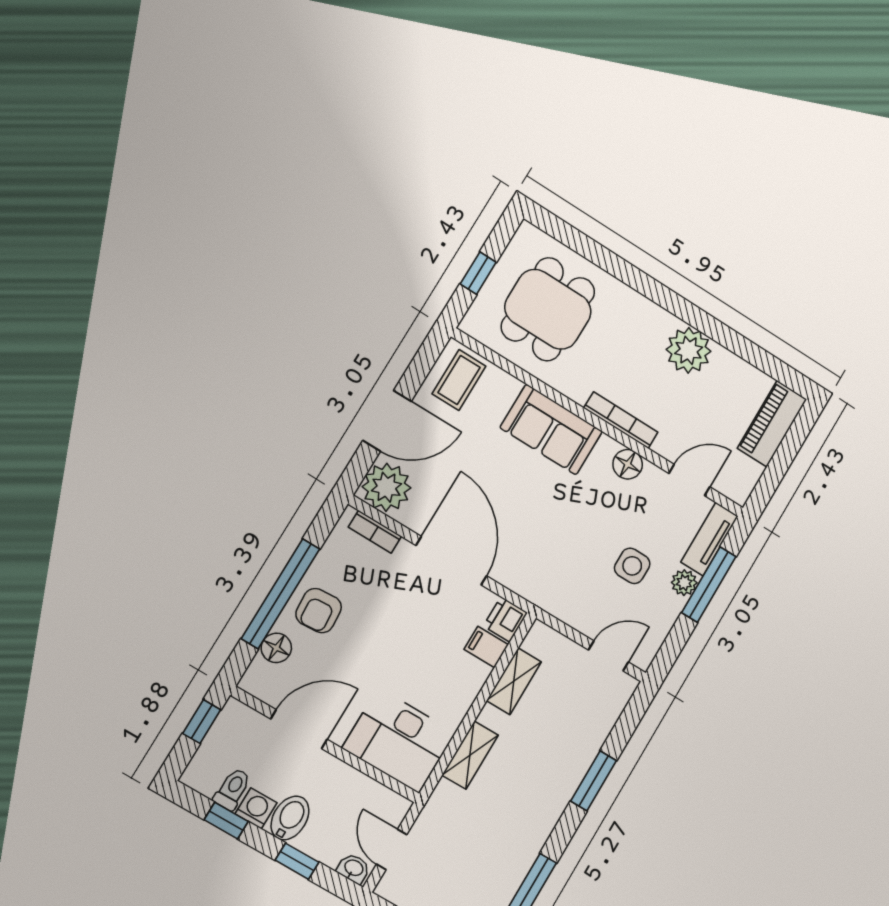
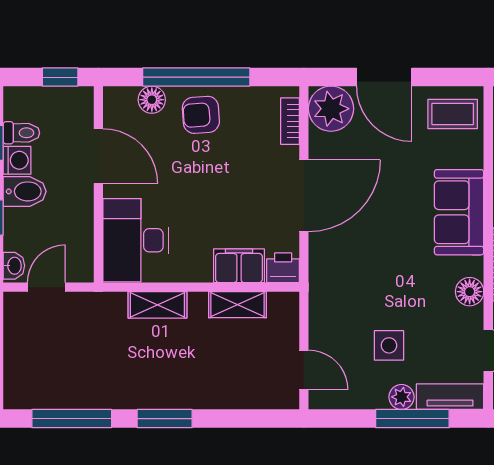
filing cabinet: (486, 647) -> (239, 266), width x2.00
window: (594, 781) -> (165, 419), moved

